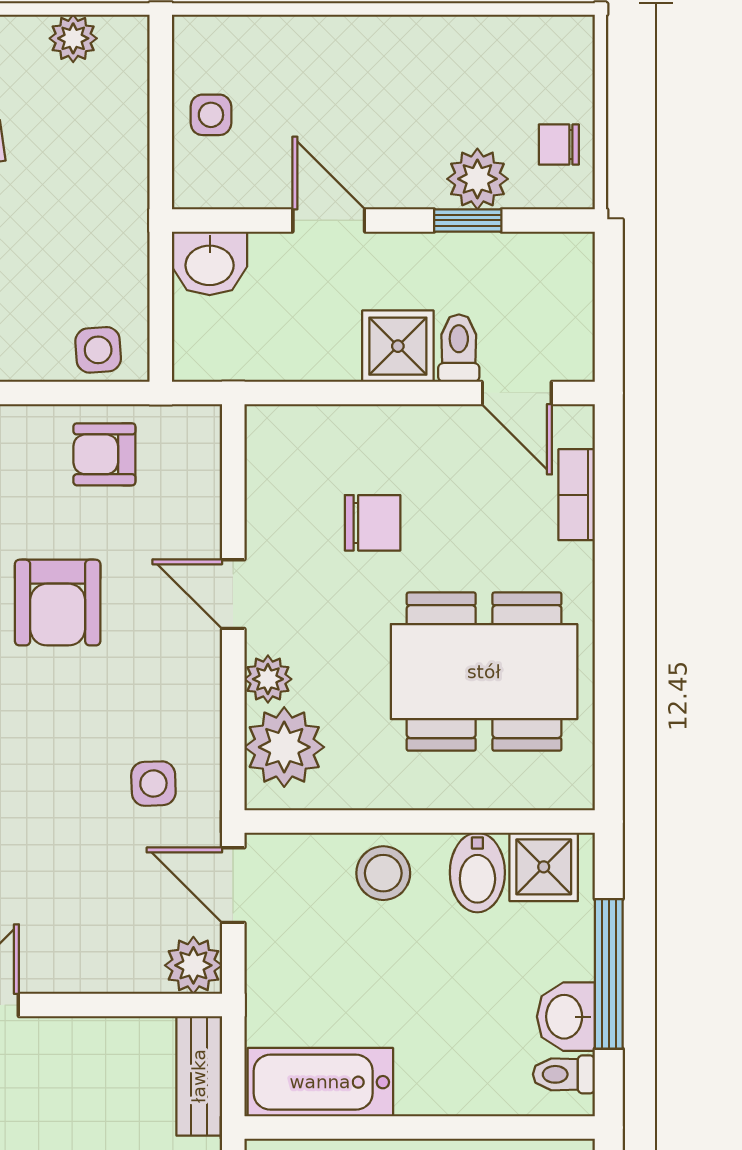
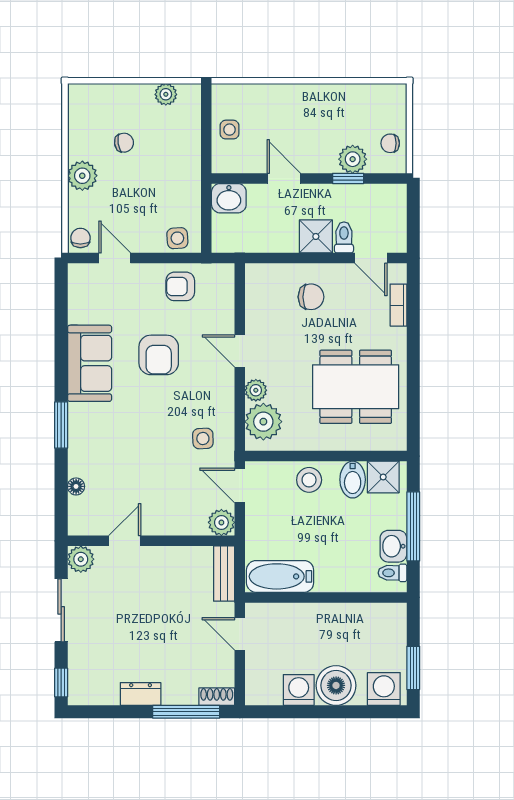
chair: (373, 523) -> (311, 297), moved

